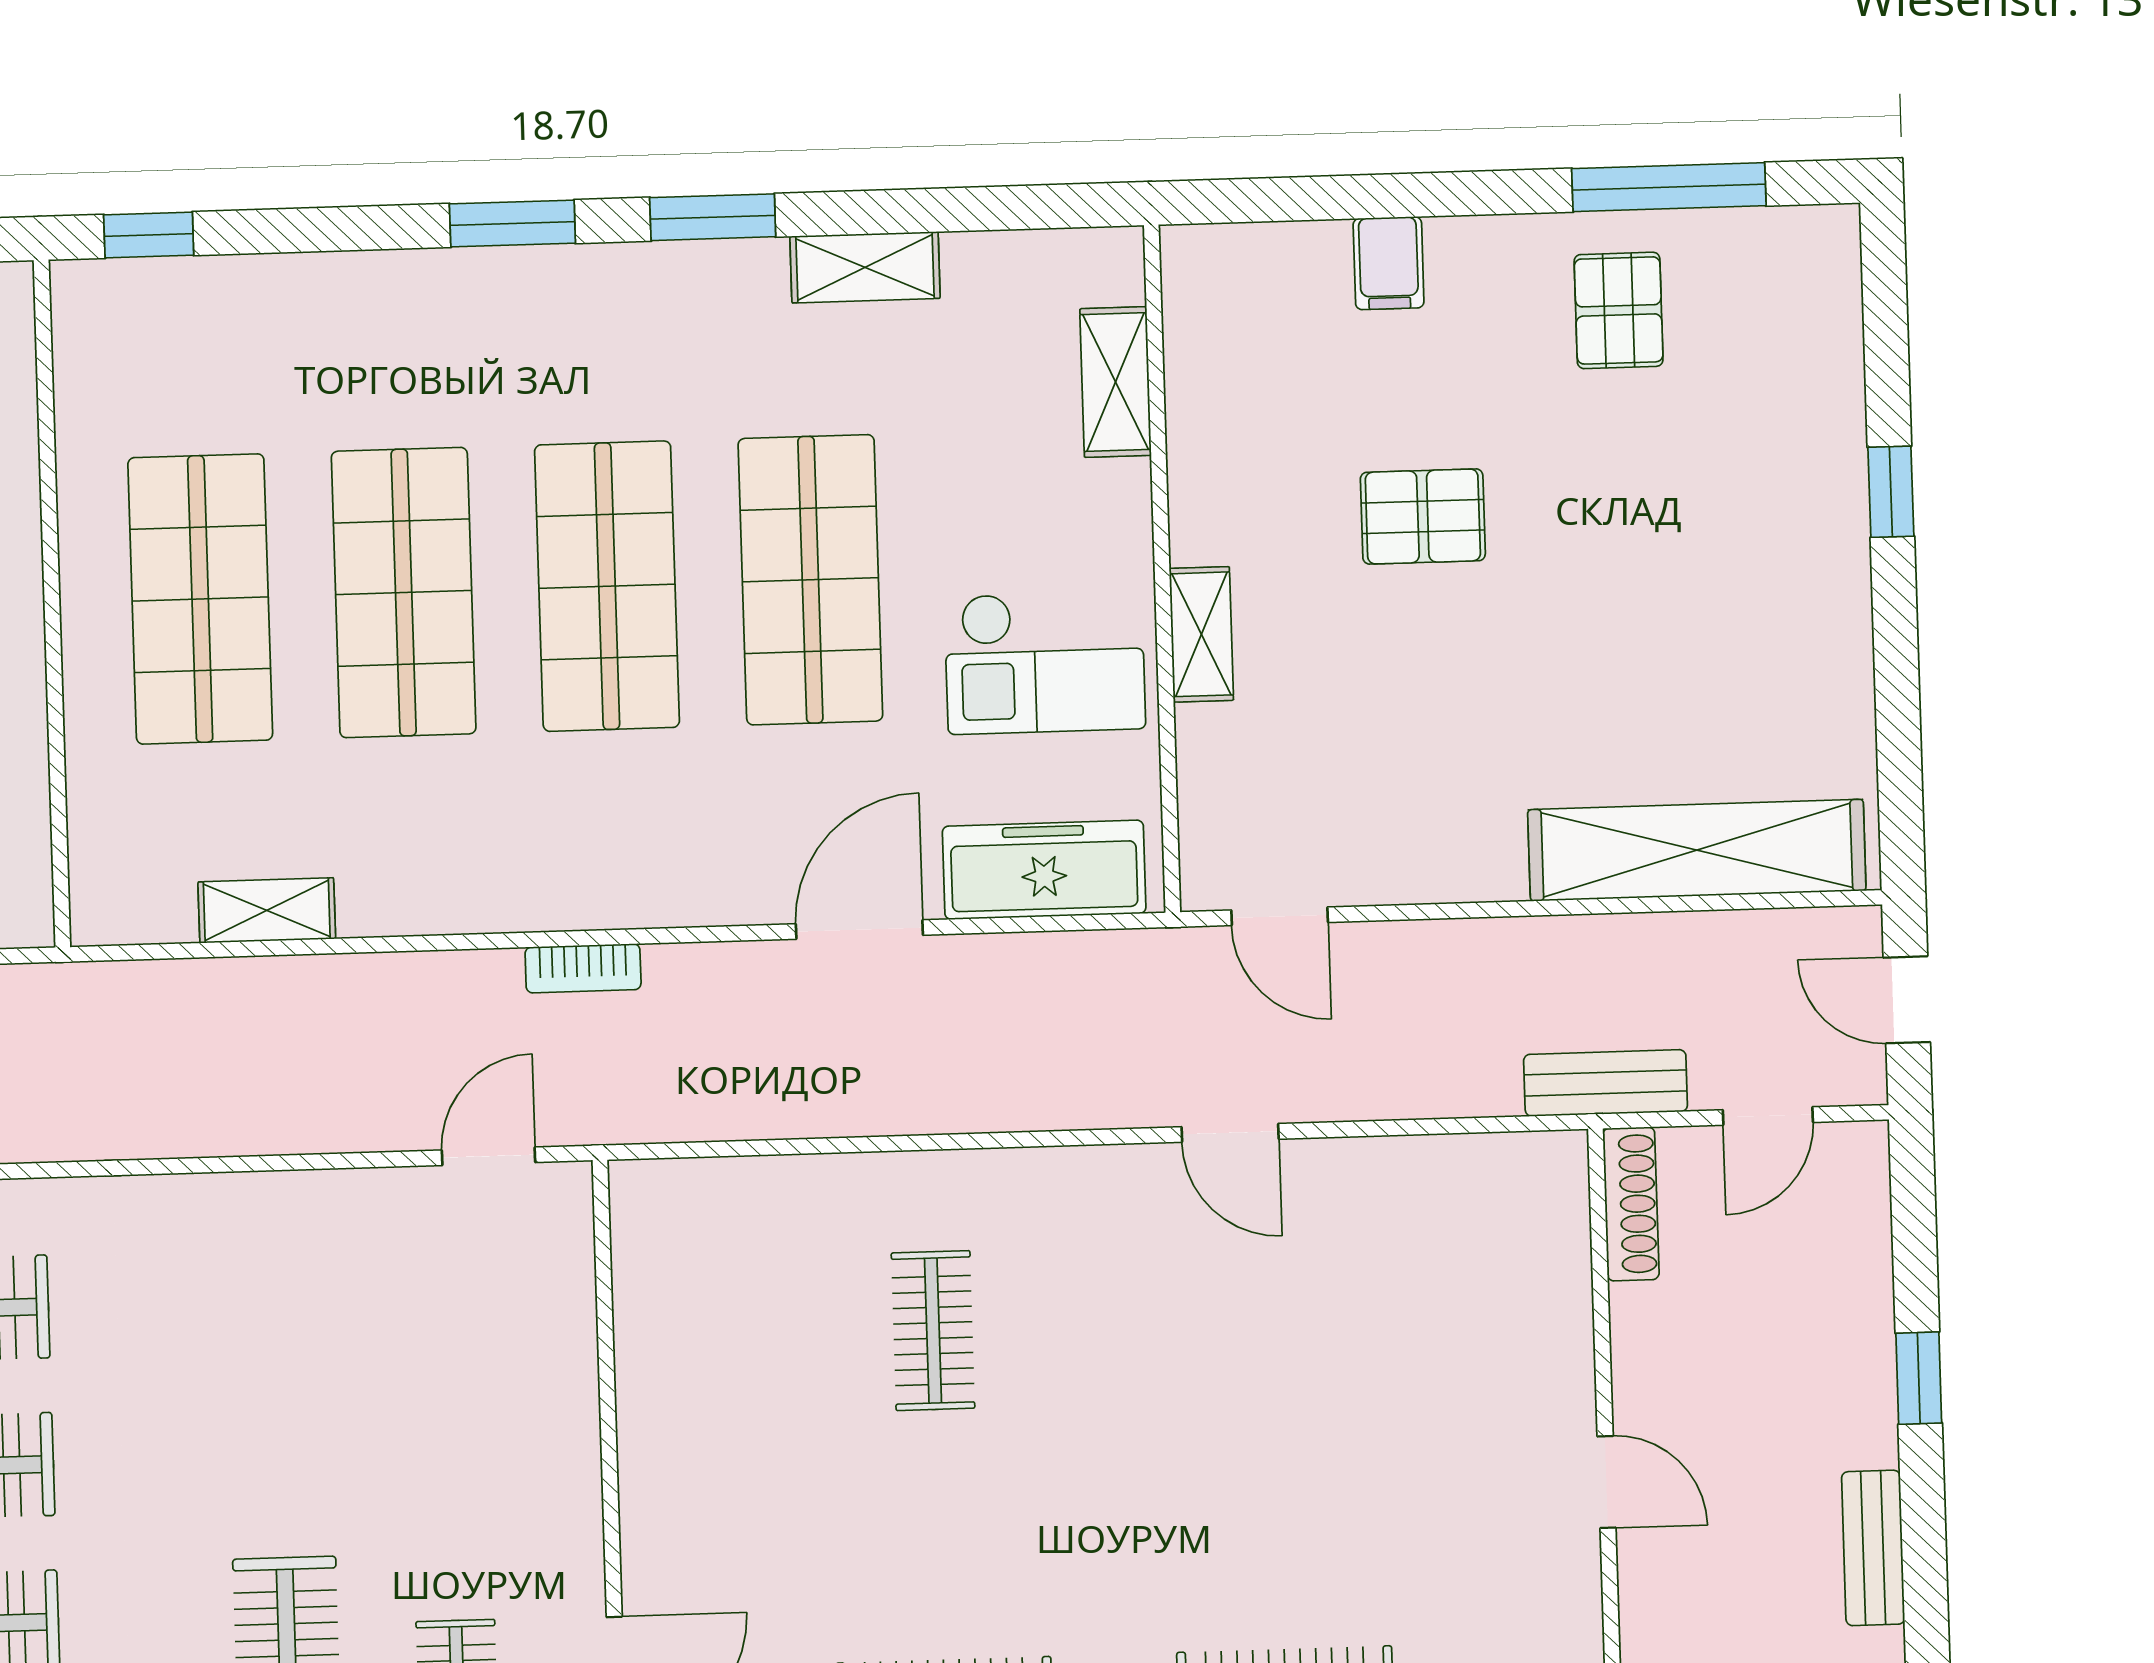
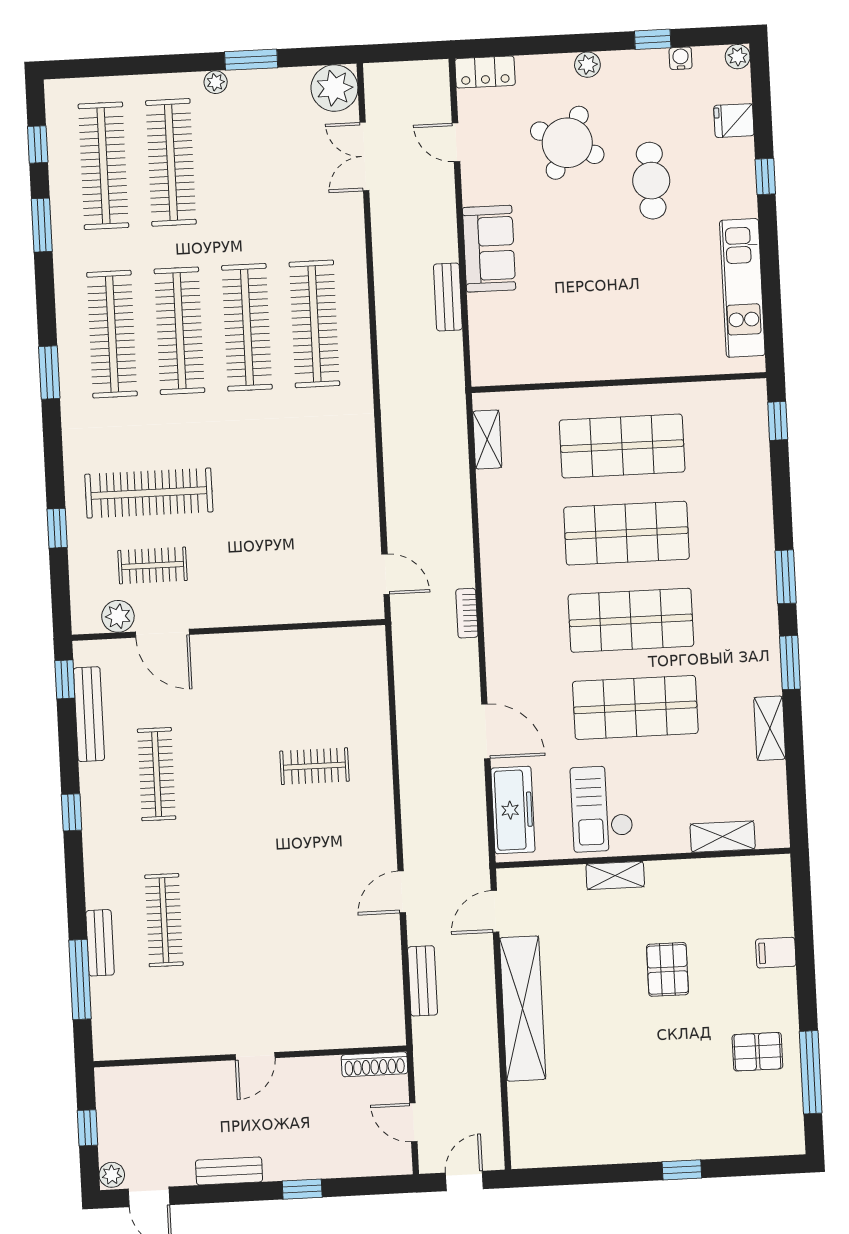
shelving: (1697, 850) -> (523, 1009), moved
shelving: (267, 910) -> (487, 439), moved
bench: (1606, 1083) -> (423, 981), moved

